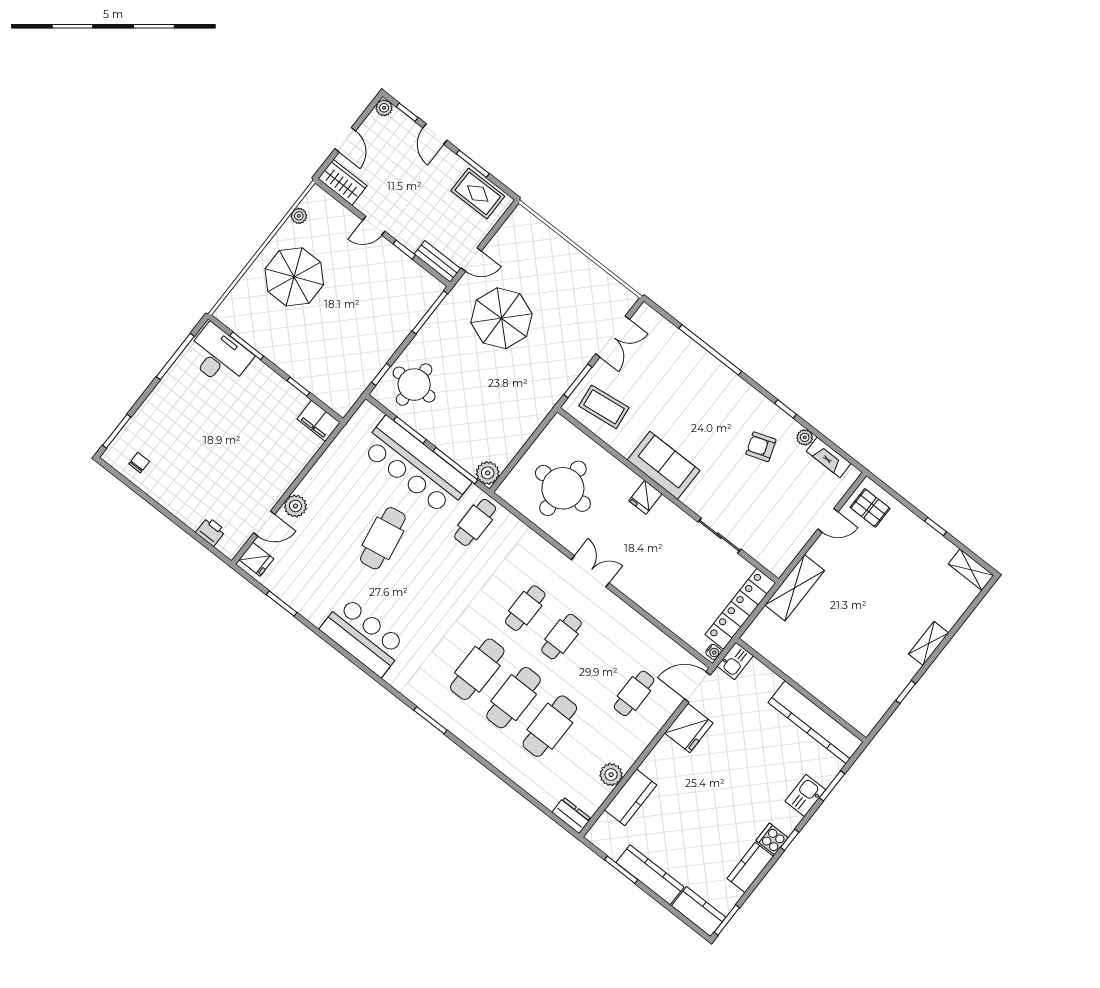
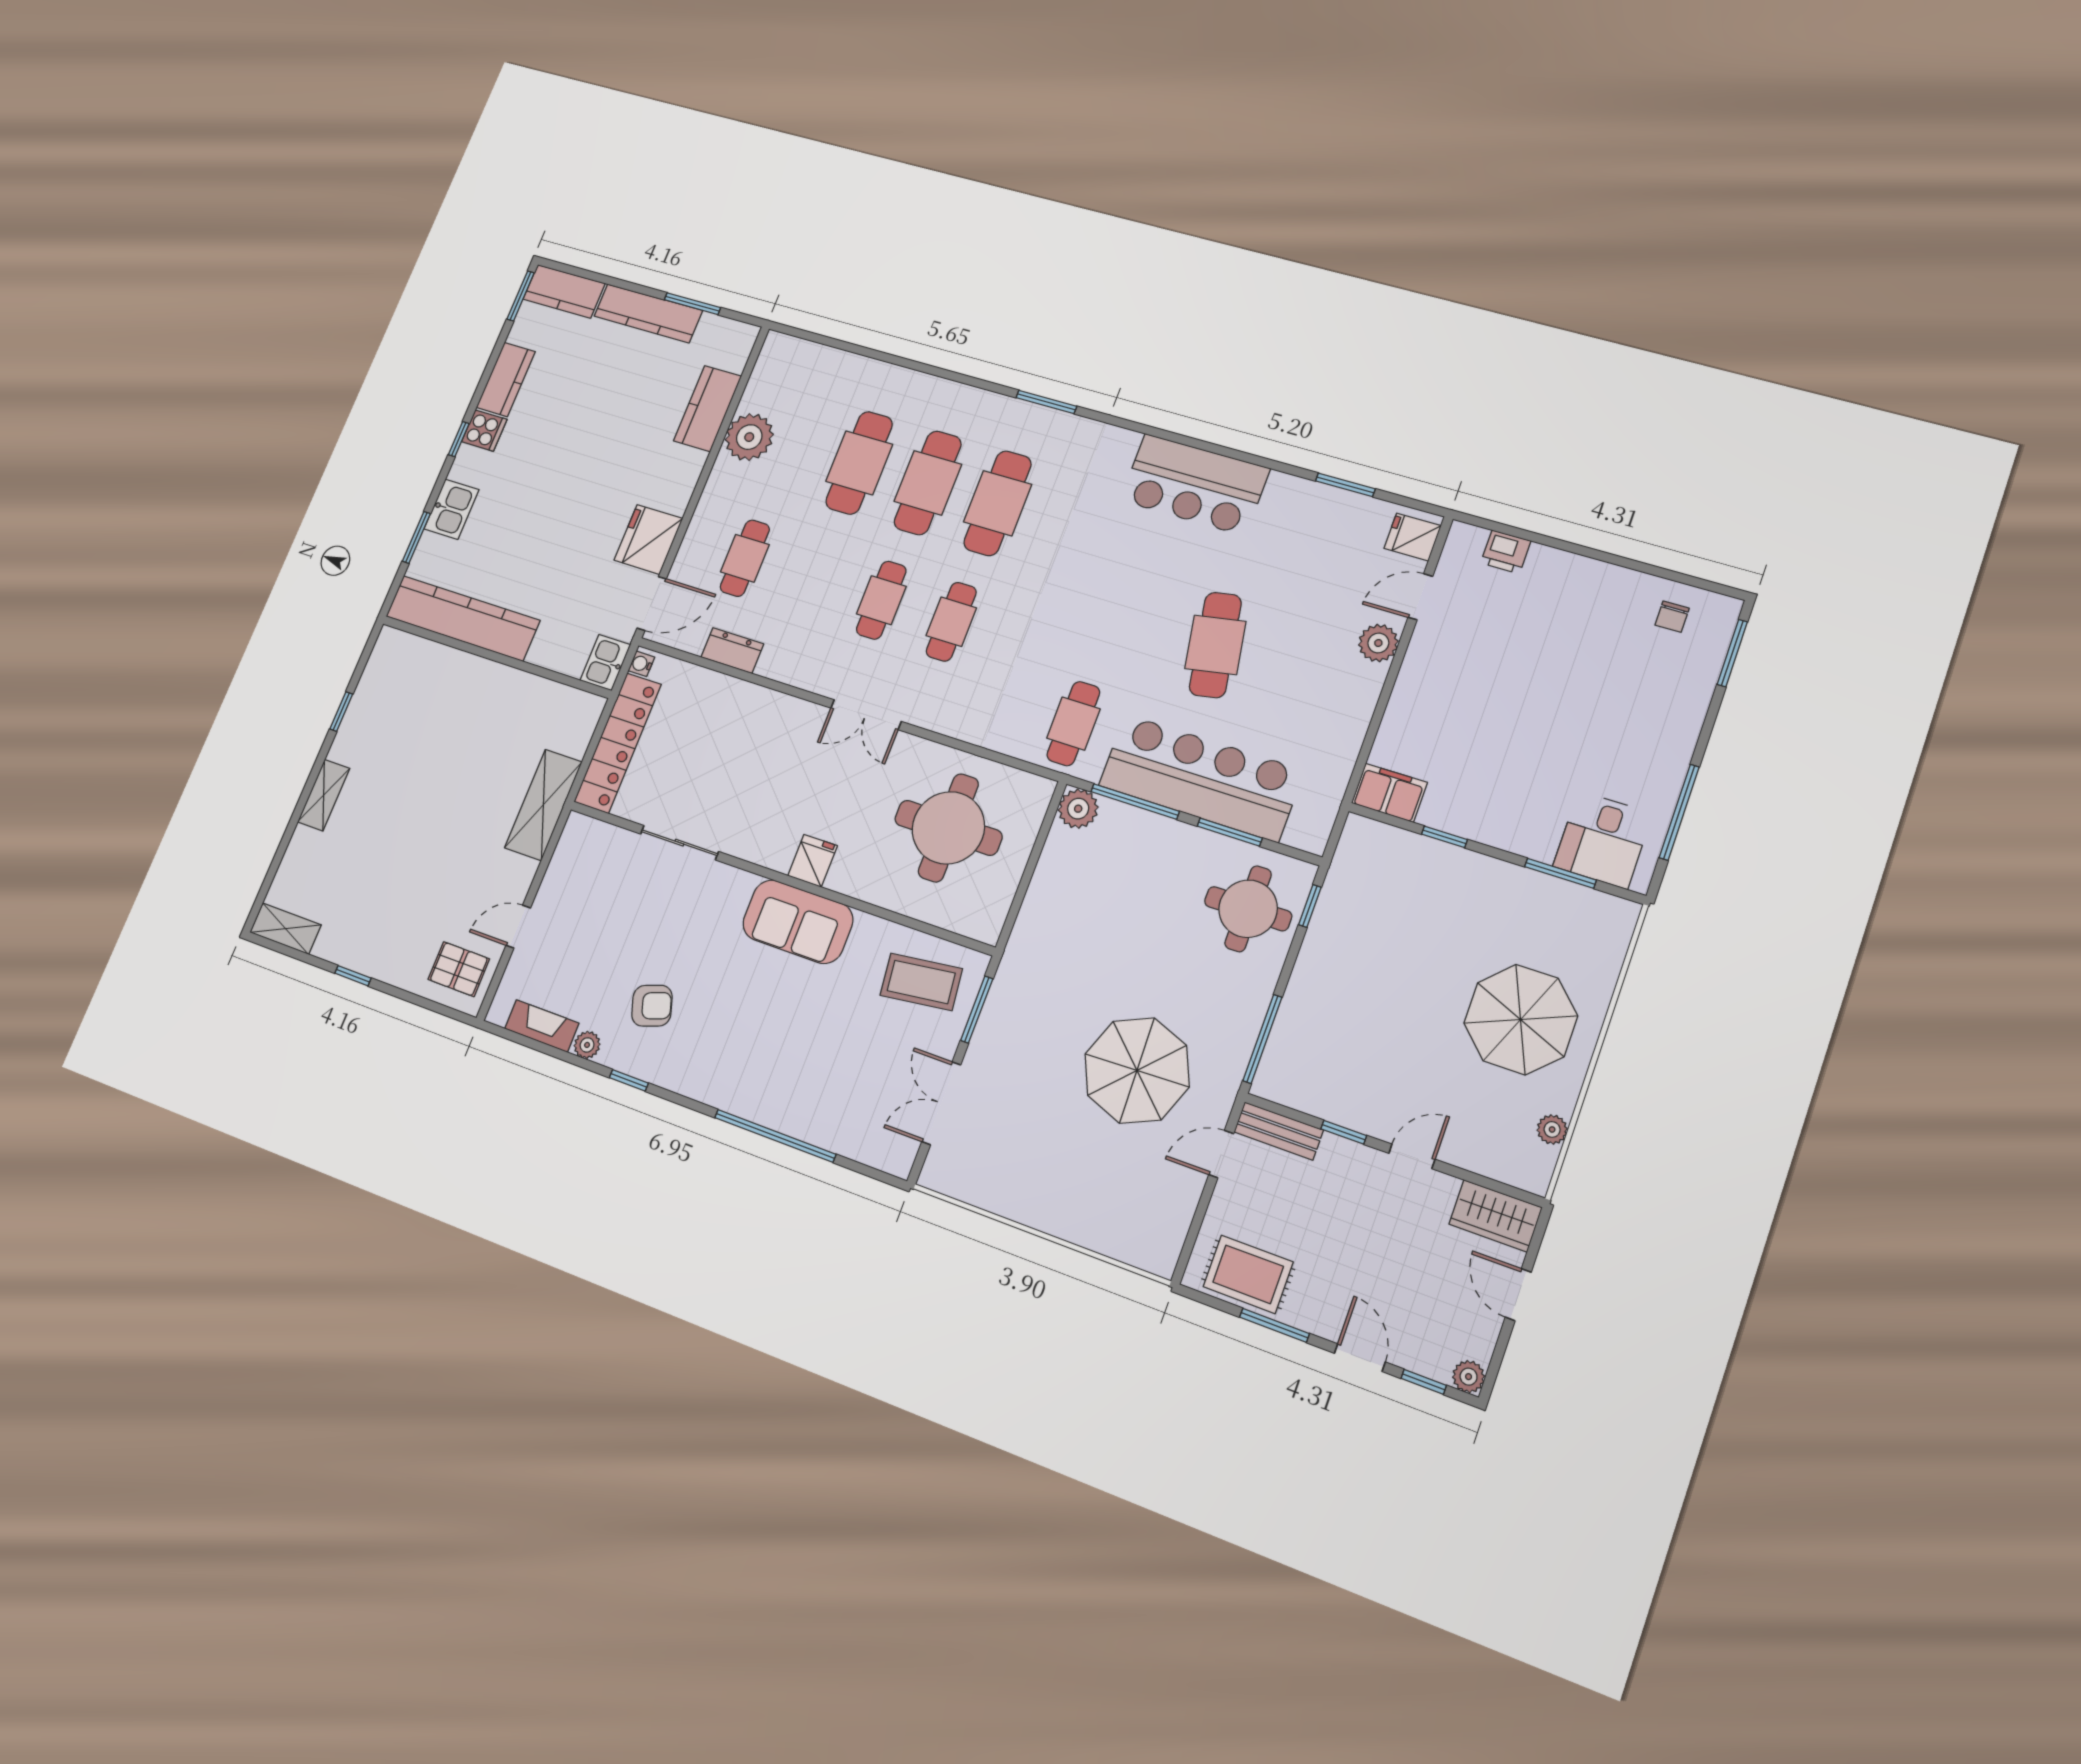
desk: (219, 356) -> (1603, 840), width x0.73
plant: (611, 775) -> (749, 437), width x1.36, depth x1.36
dresser: (572, 815) -> (732, 651), moved, turned 180

